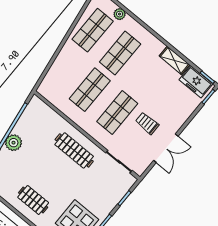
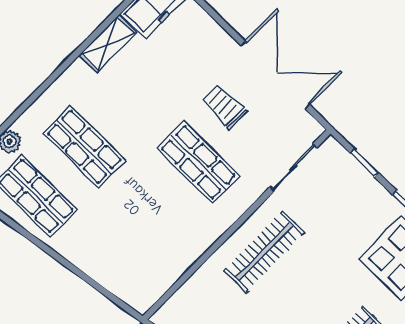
shop shelf: (90, 90) -> (150, 211), removed
trolley: (147, 123) -> (224, 107), turned 90
double door: (166, 148) -> (275, 75), width x1.37

